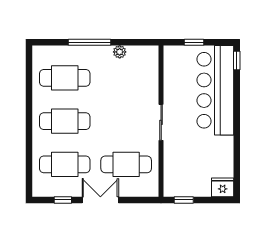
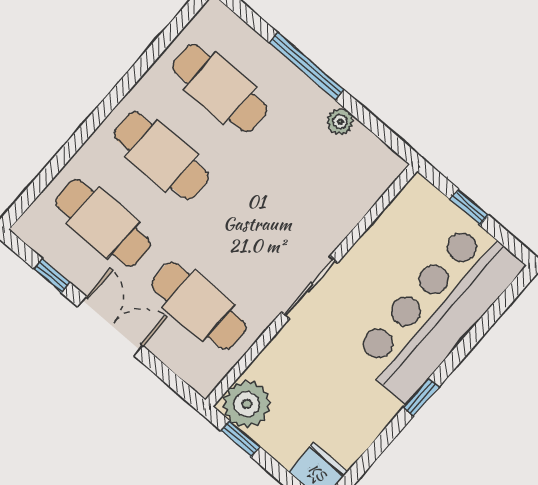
window: (237, 60) -> (421, 397), moved
plant: (175, 185) -> (247, 404), added

